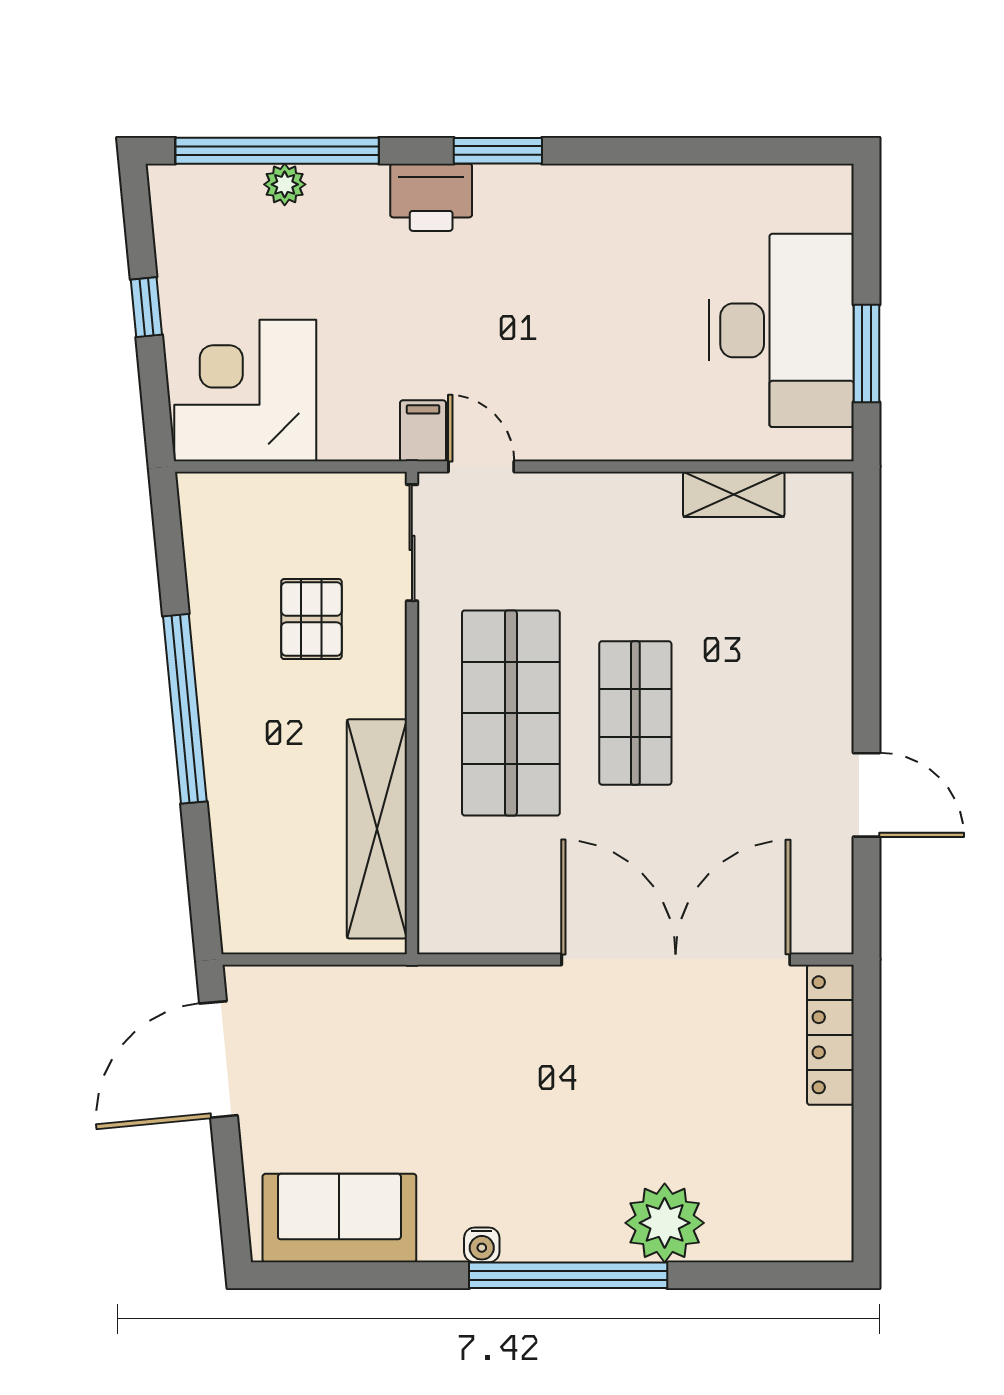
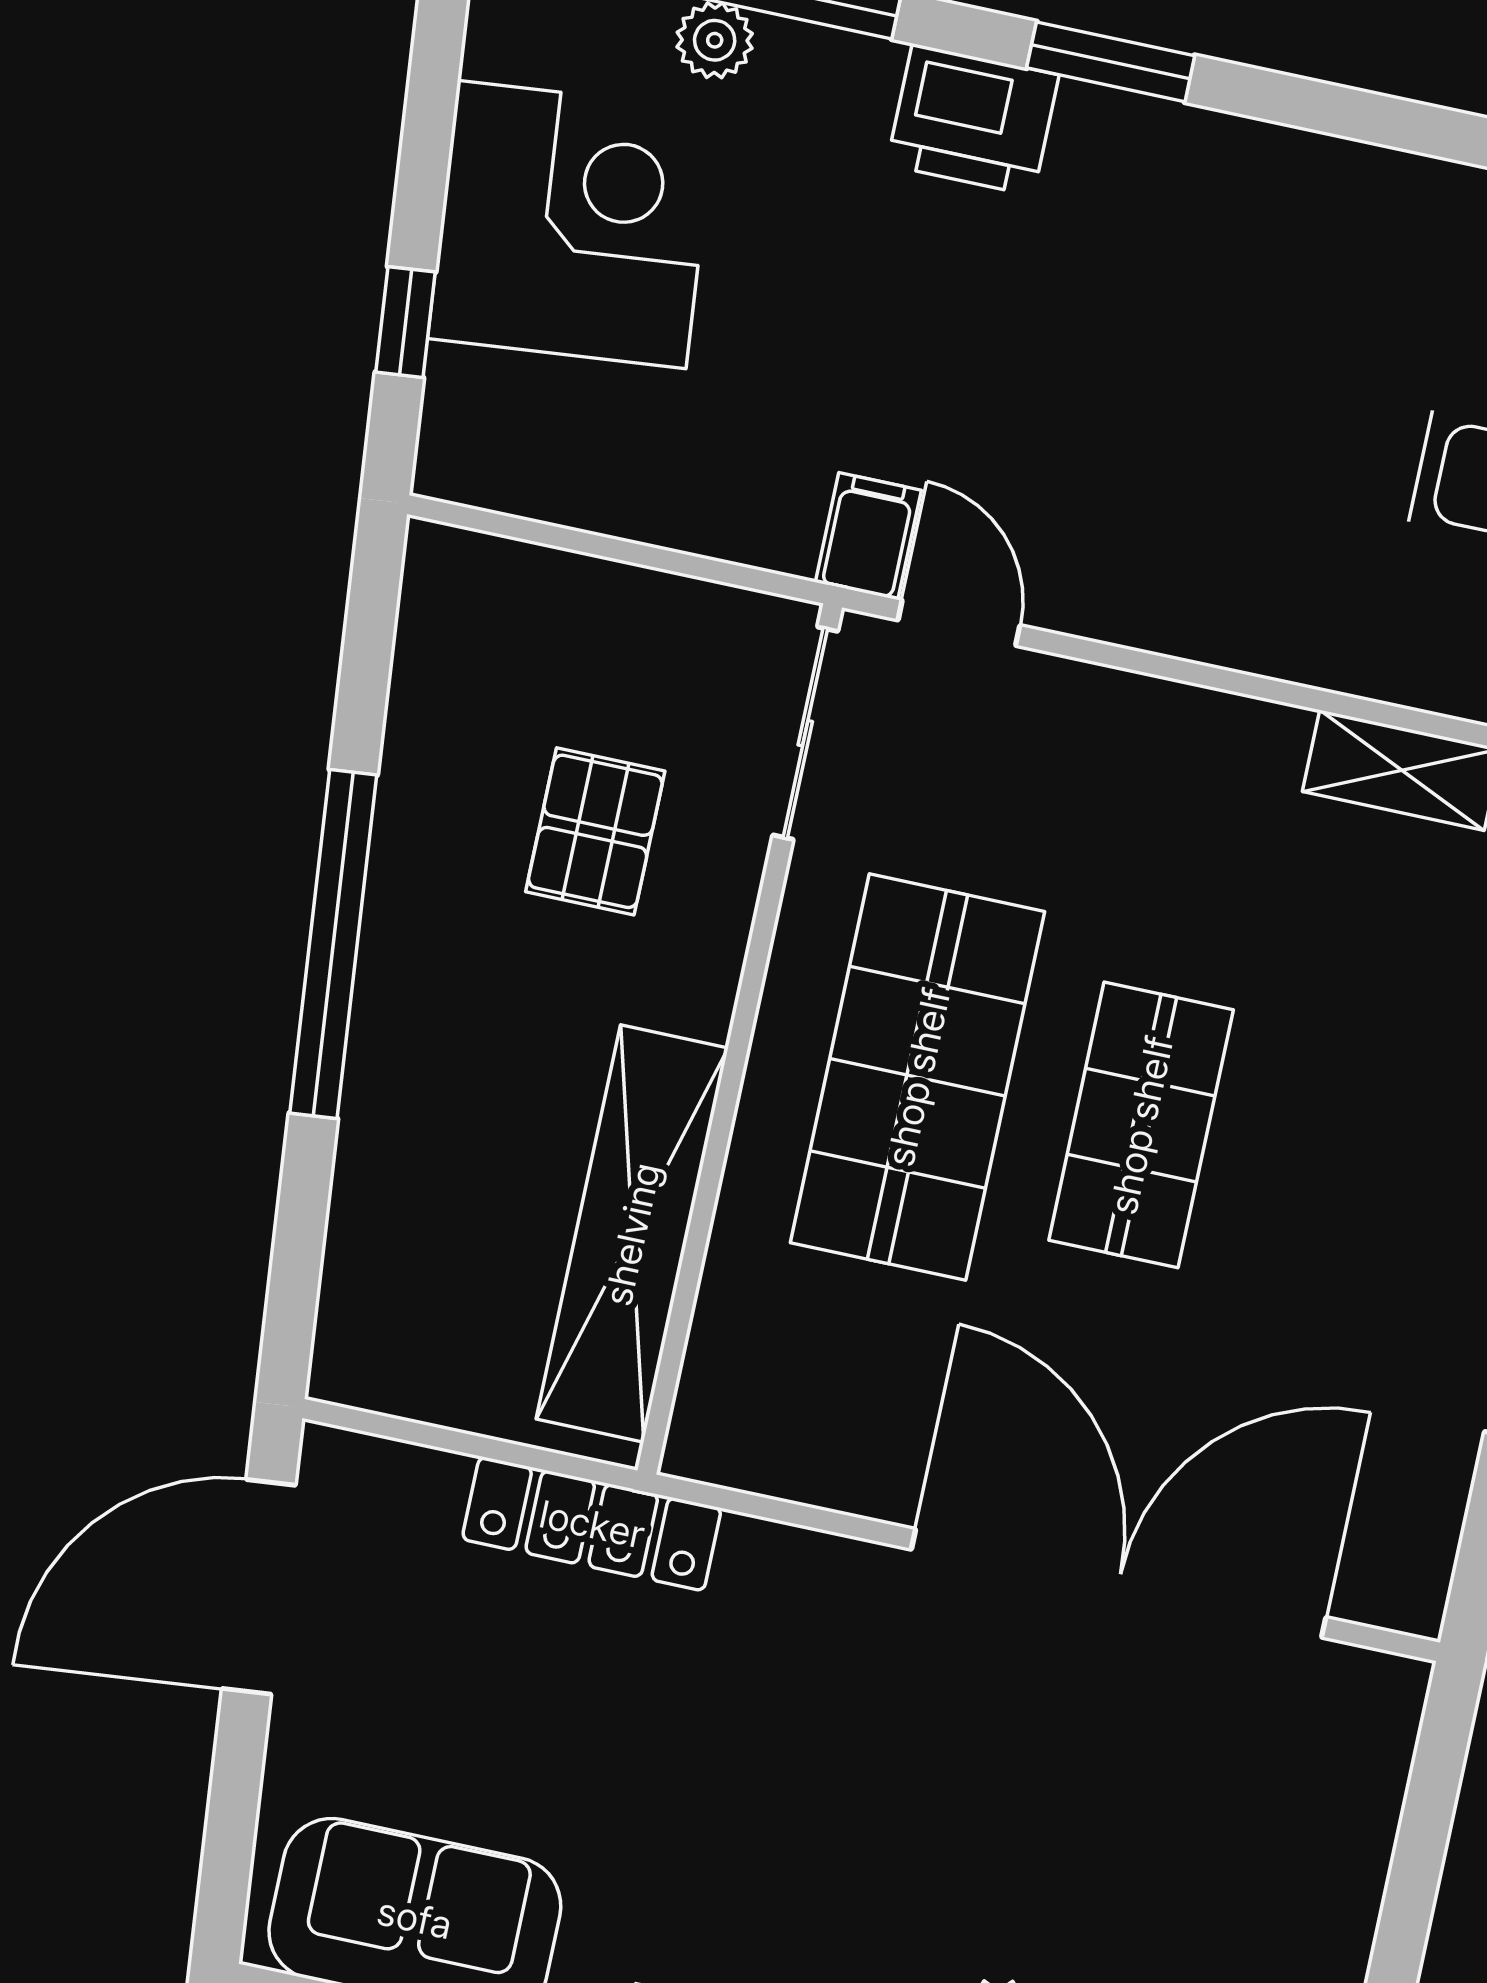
window: (146, 307) -> (406, 322), moved
corner desk: (245, 391) -> (572, 224), moved, turned 85
locker: (830, 1035) -> (592, 1524), moved, turned -90

